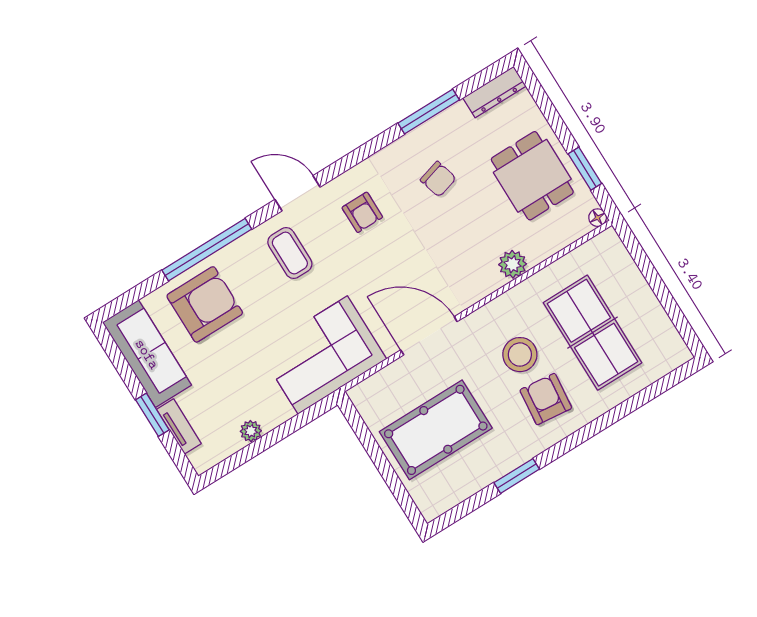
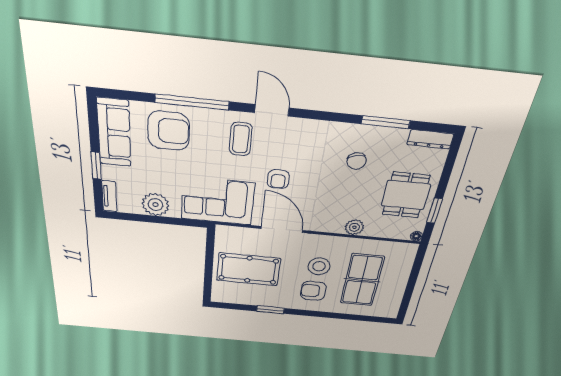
armchair: (362, 212) -> (278, 179), moved
armchair: (546, 399) -> (313, 291), turned -96
tv unit: (179, 426) -> (109, 196), moved
plant: (251, 431) -> (155, 205), width x1.88, depth x1.88

